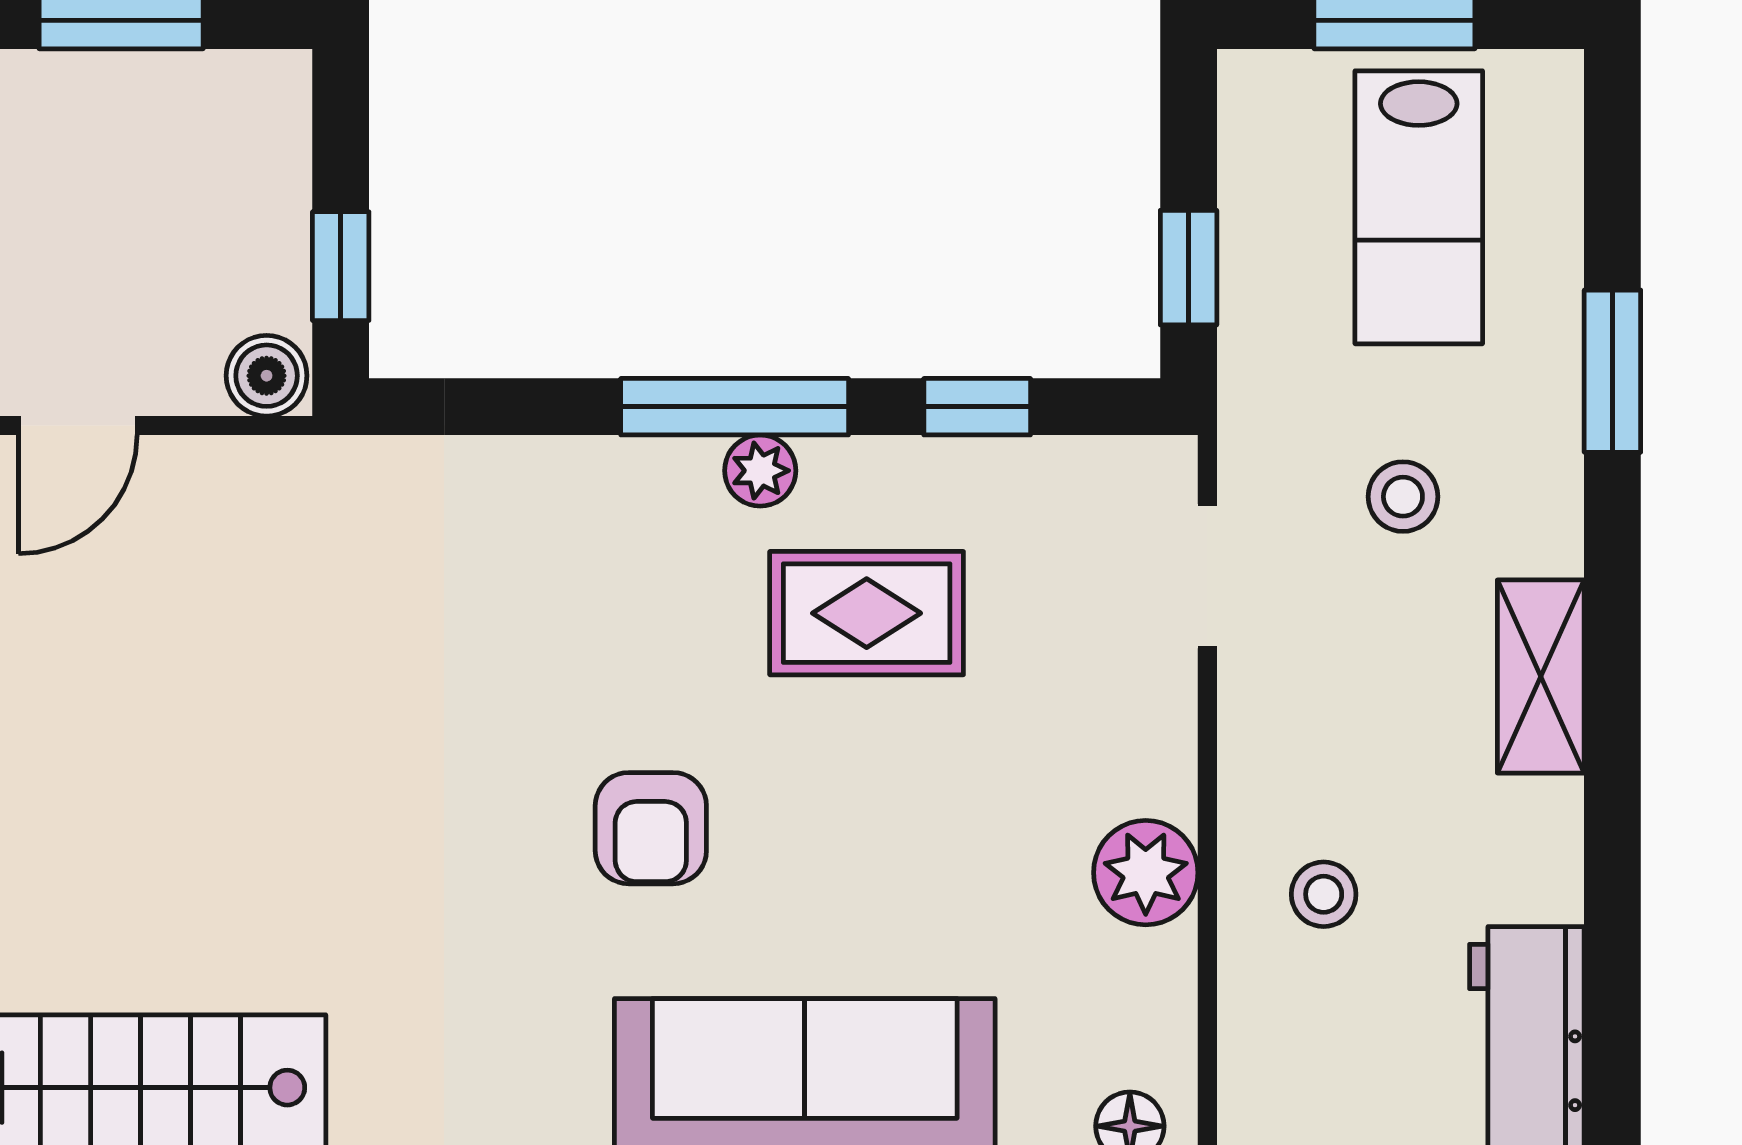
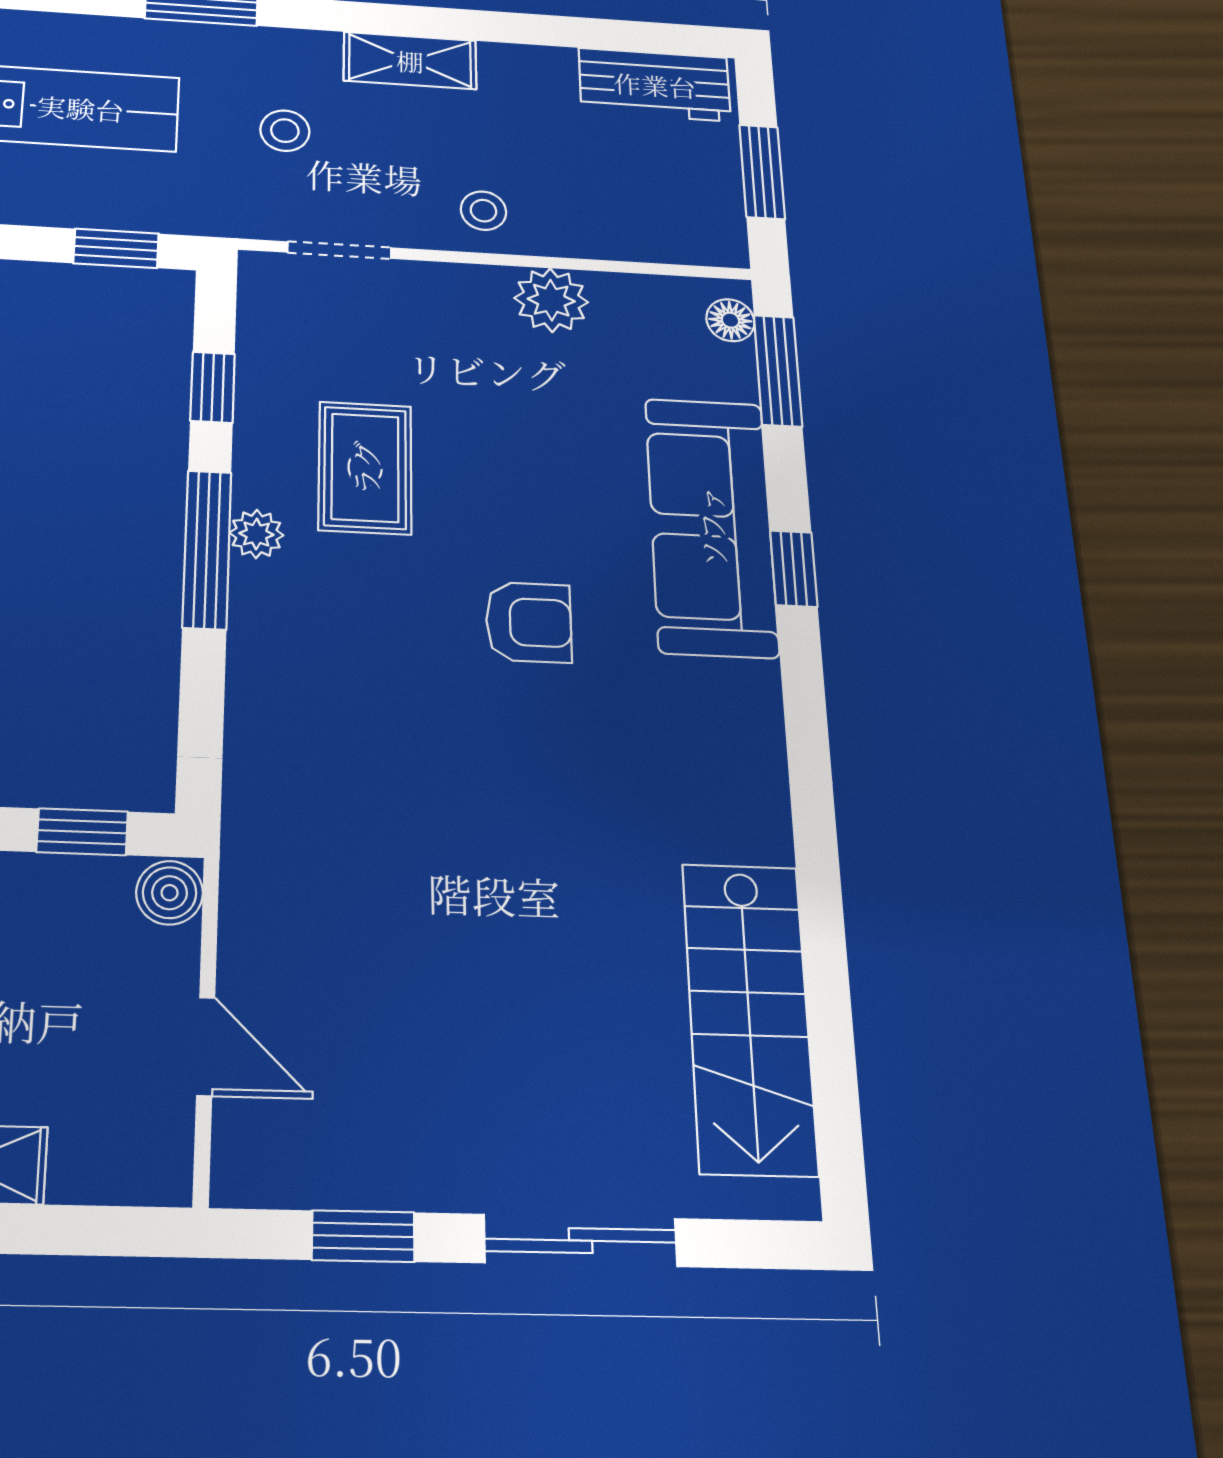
stool: (1324, 894) -> (483, 211), moved

